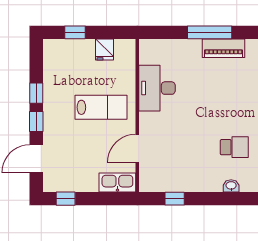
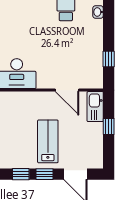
lab bench: (101, 107) -> (48, 141), moved
window: (66, 199) -> (109, 126), moved

